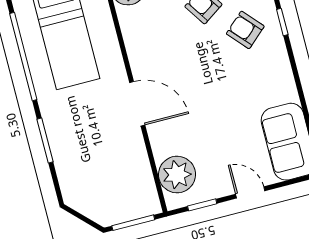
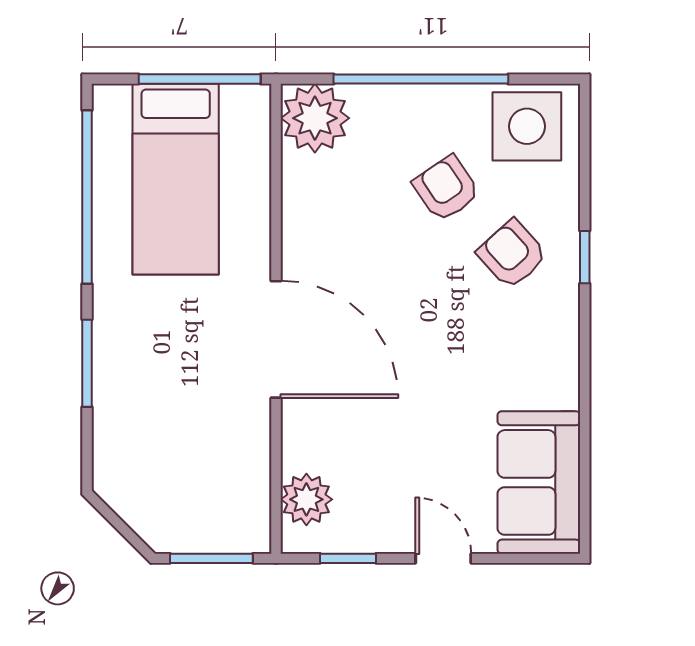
door: (137, 104) -> (276, 339), width x1.36
plant: (177, 175) -> (306, 499), width x0.73, depth x0.73

